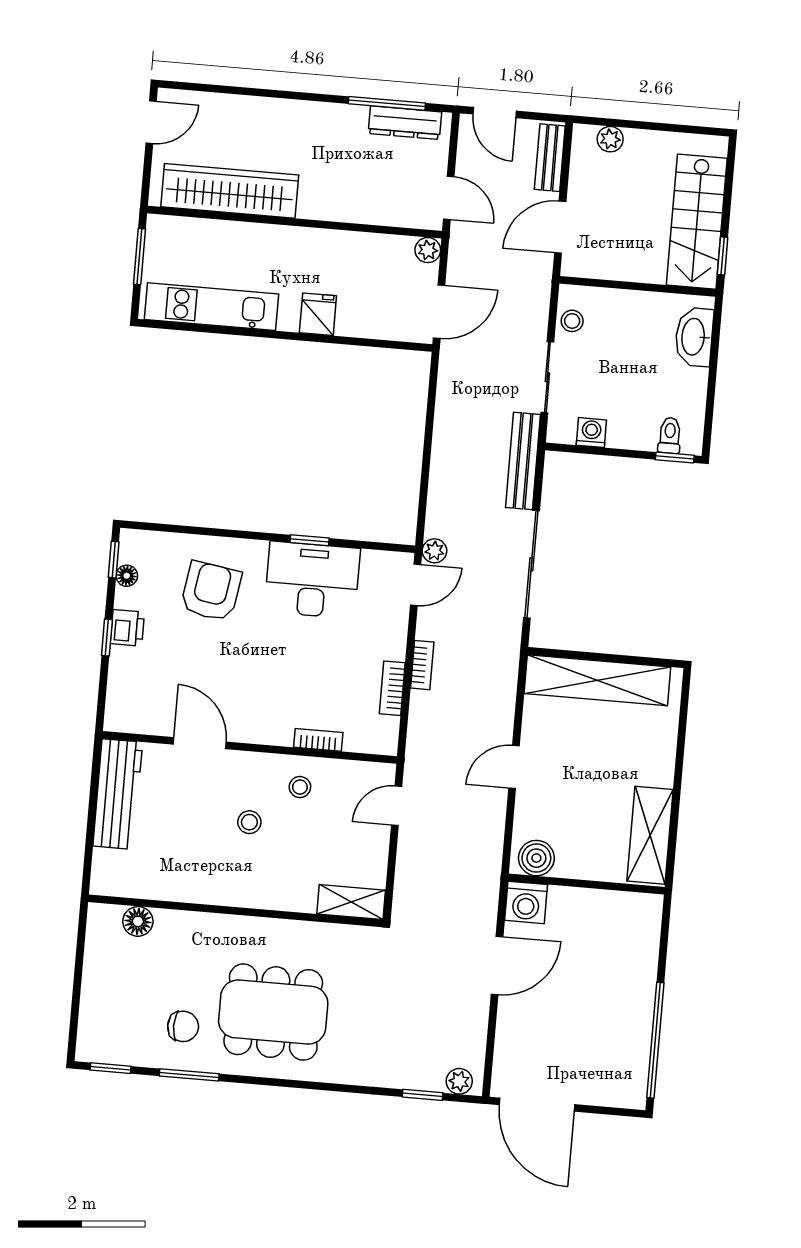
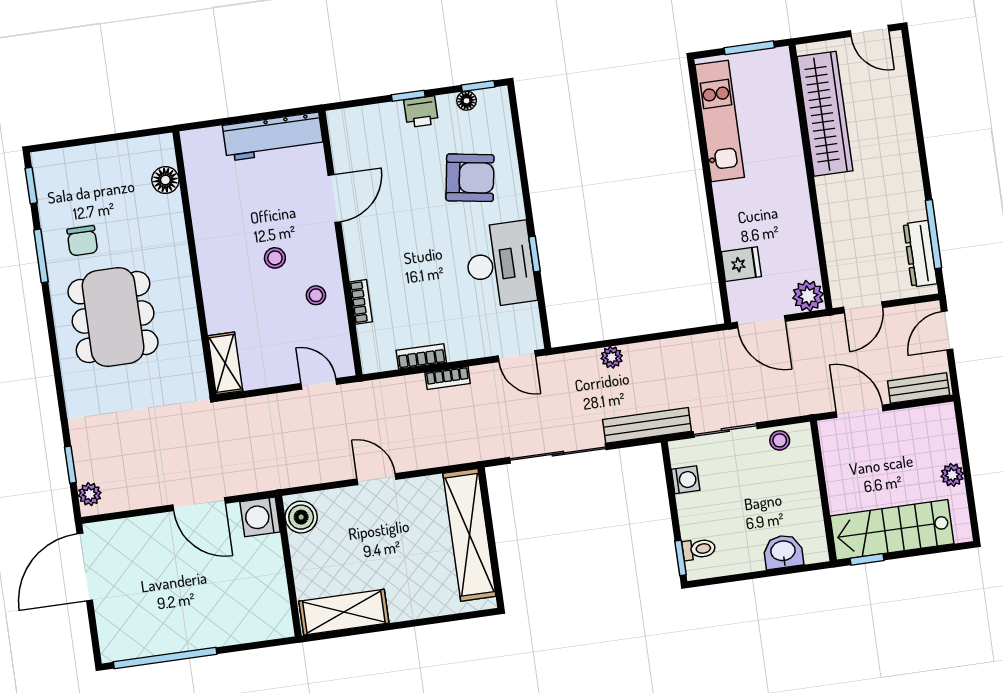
plant: (610, 139) -> (952, 475), moved
plant: (428, 250) -> (808, 296), width x1.38, depth x1.38
fridge: (318, 314) -> (741, 264), moved
washbasin: (694, 337) -> (783, 552), width x0.72
plant: (434, 551) -> (612, 357), moved

